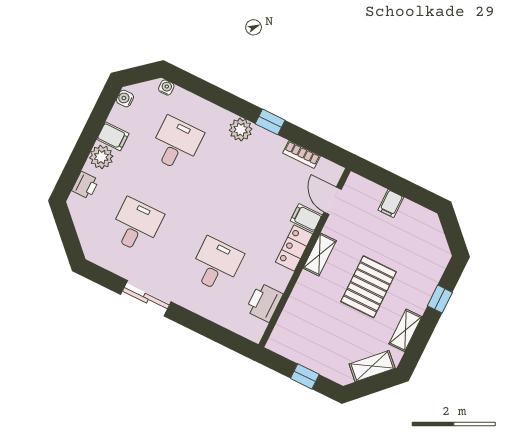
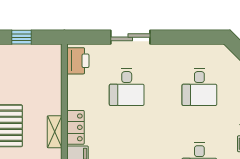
sliding door: (146, 298) -> (130, 37), moved
printer: (264, 302) -> (78, 61), moved

